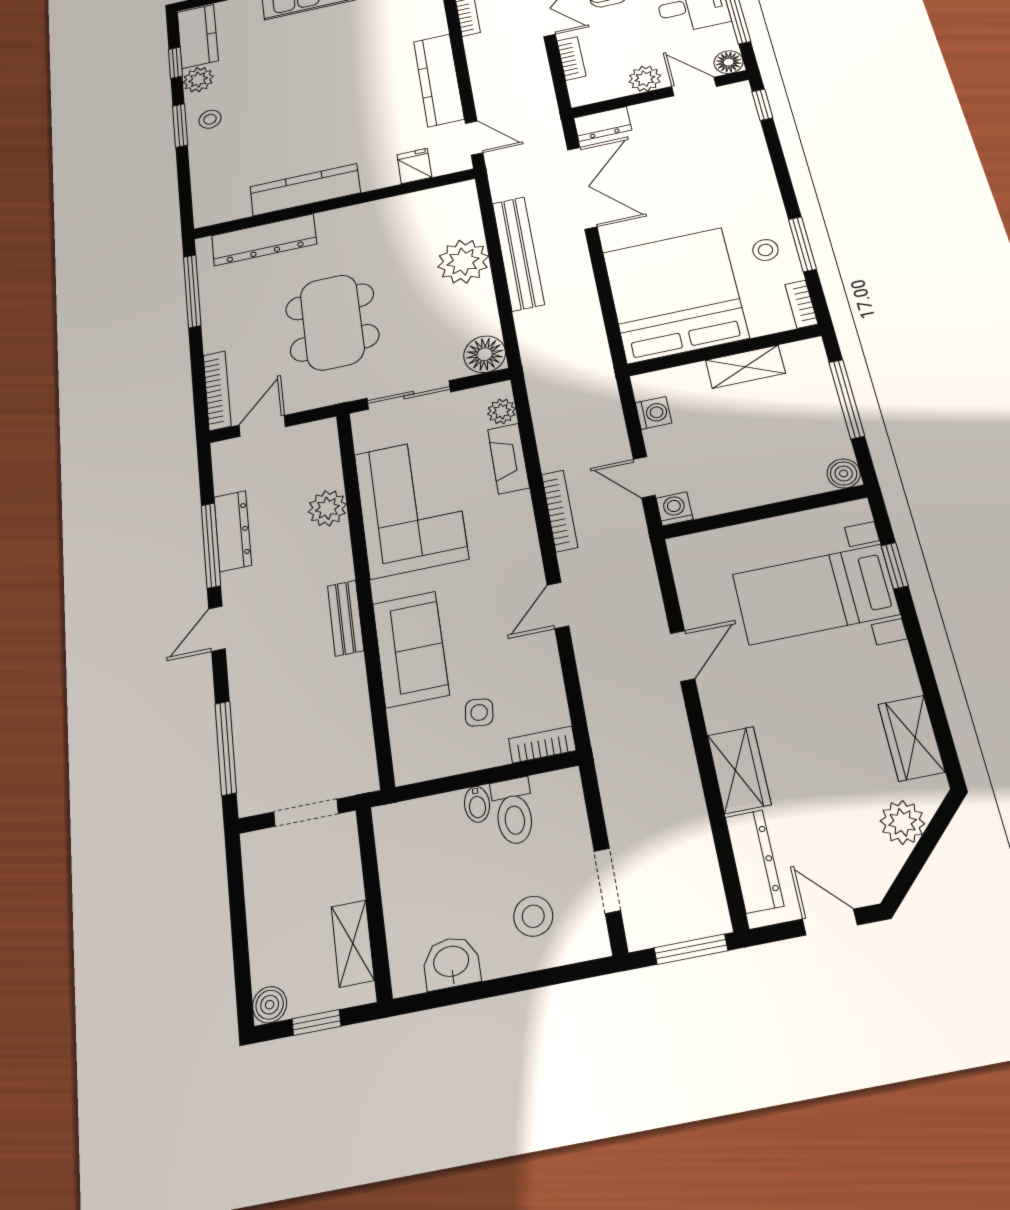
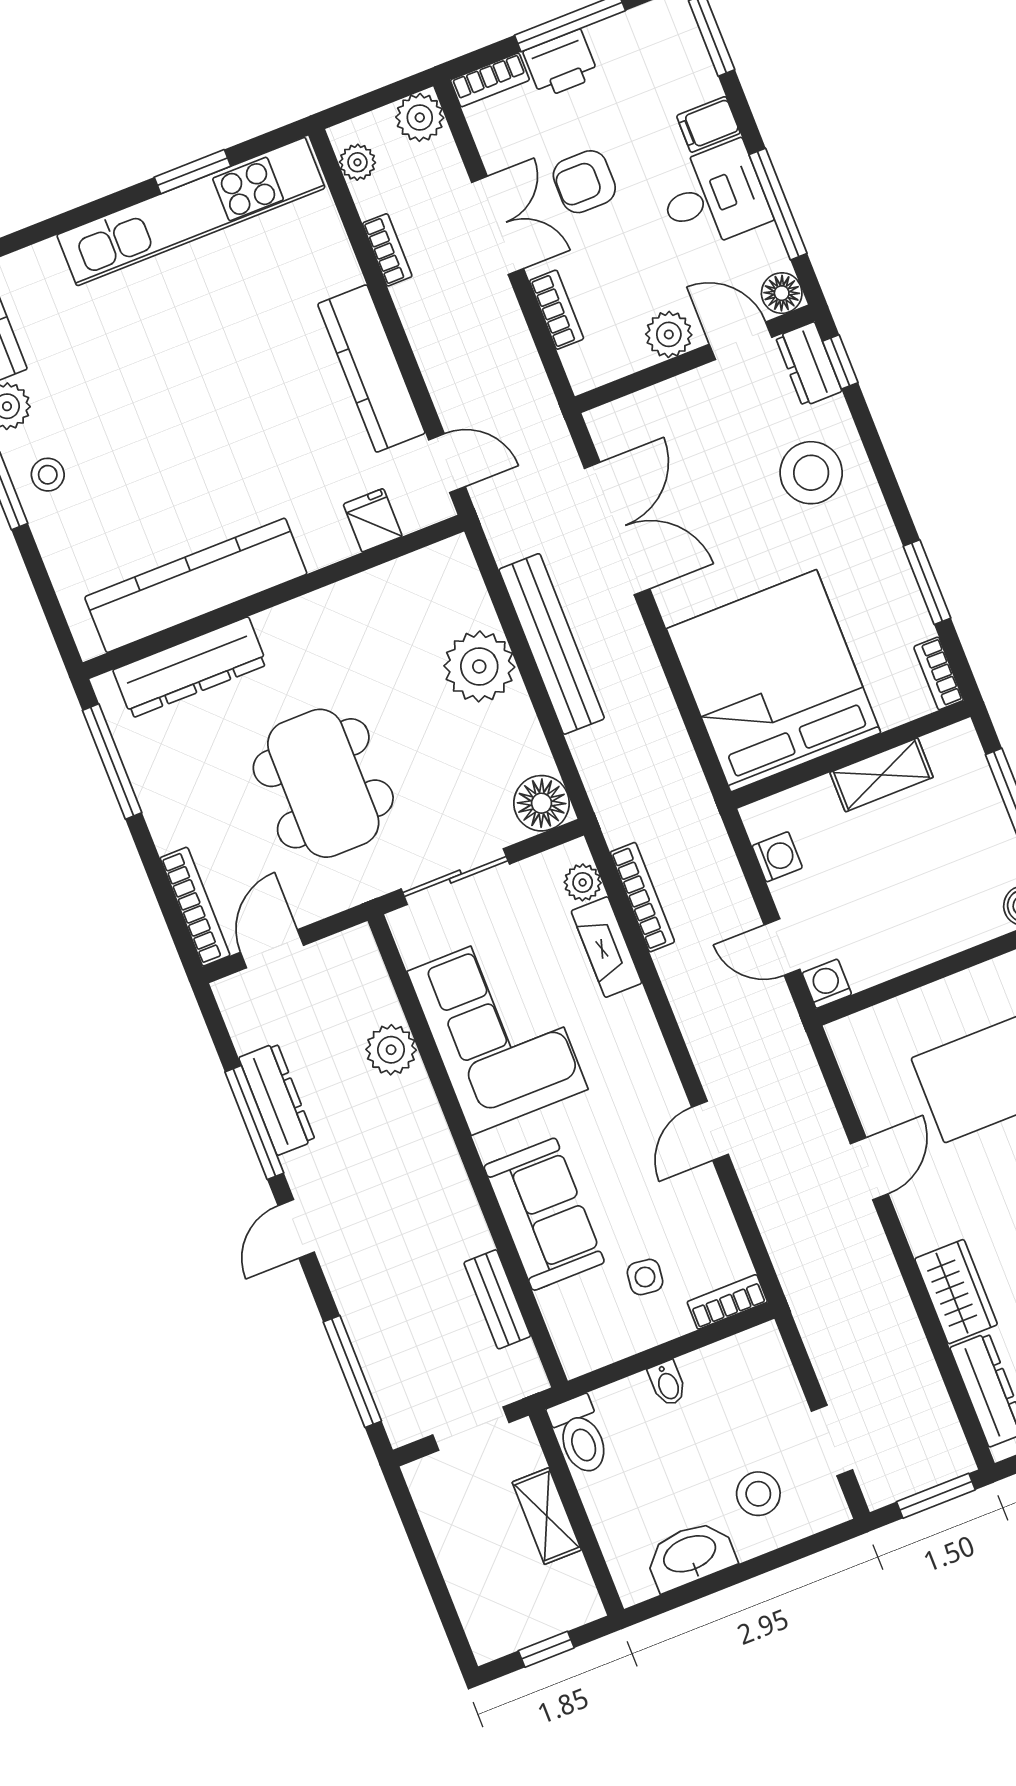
dresser: (603, 124) -> (809, 364), moved, turned 90
kitchen counter: (305, 190) -> (196, 585), width x1.39, depth x1.17
stool: (765, 250) -> (811, 473), moved, width x1.89, depth x1.89
bookcase: (560, 511) -> (642, 897), moved
bench: (346, 618) -> (497, 1299), moved
toilet: (513, 811) -> (580, 1435), moved
shelving: (353, 943) -> (547, 1516), moved
washbasin: (451, 963) -> (690, 1555), width x1.38
boiler: (270, 1005) -> (489, 1642), removed

